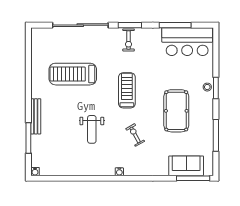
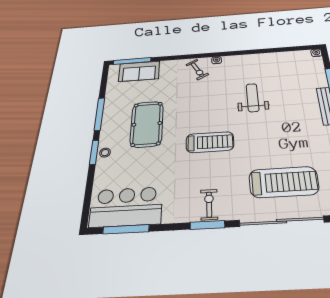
window: (175, 25) -> (126, 229), moved
treadmill: (73, 74) -> (284, 182), moved
treadmill: (127, 90) -> (210, 142), turned -90
exercise bike: (135, 135) -> (197, 70), moved
window: (216, 135) -> (99, 114), moved

